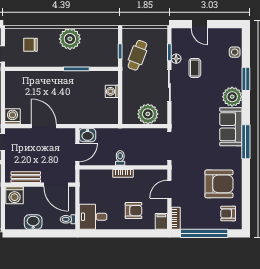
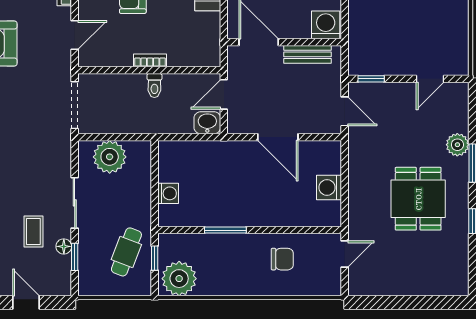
plant: (70, 39) -> (179, 279), moved
chair: (31, 45) -> (282, 259), moved
washing machine: (12, 116) -> (329, 188), moved, turned 90

